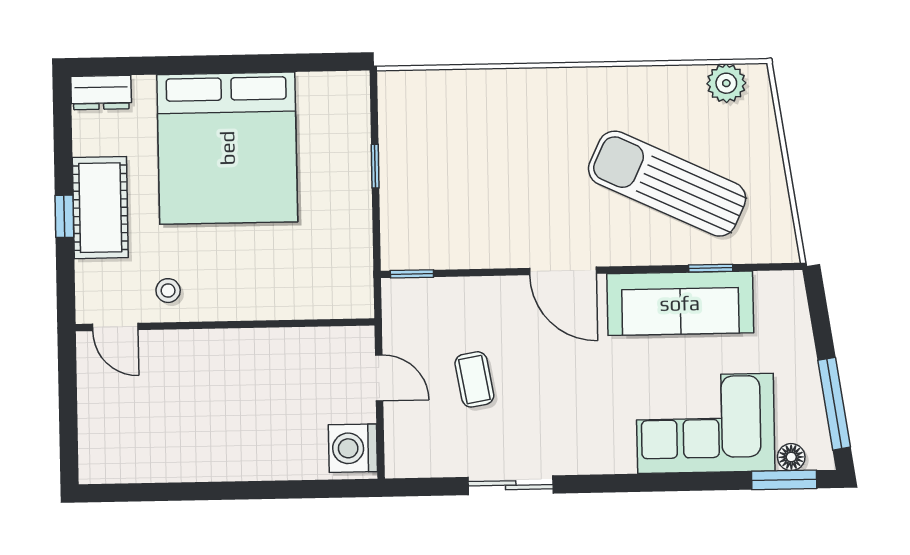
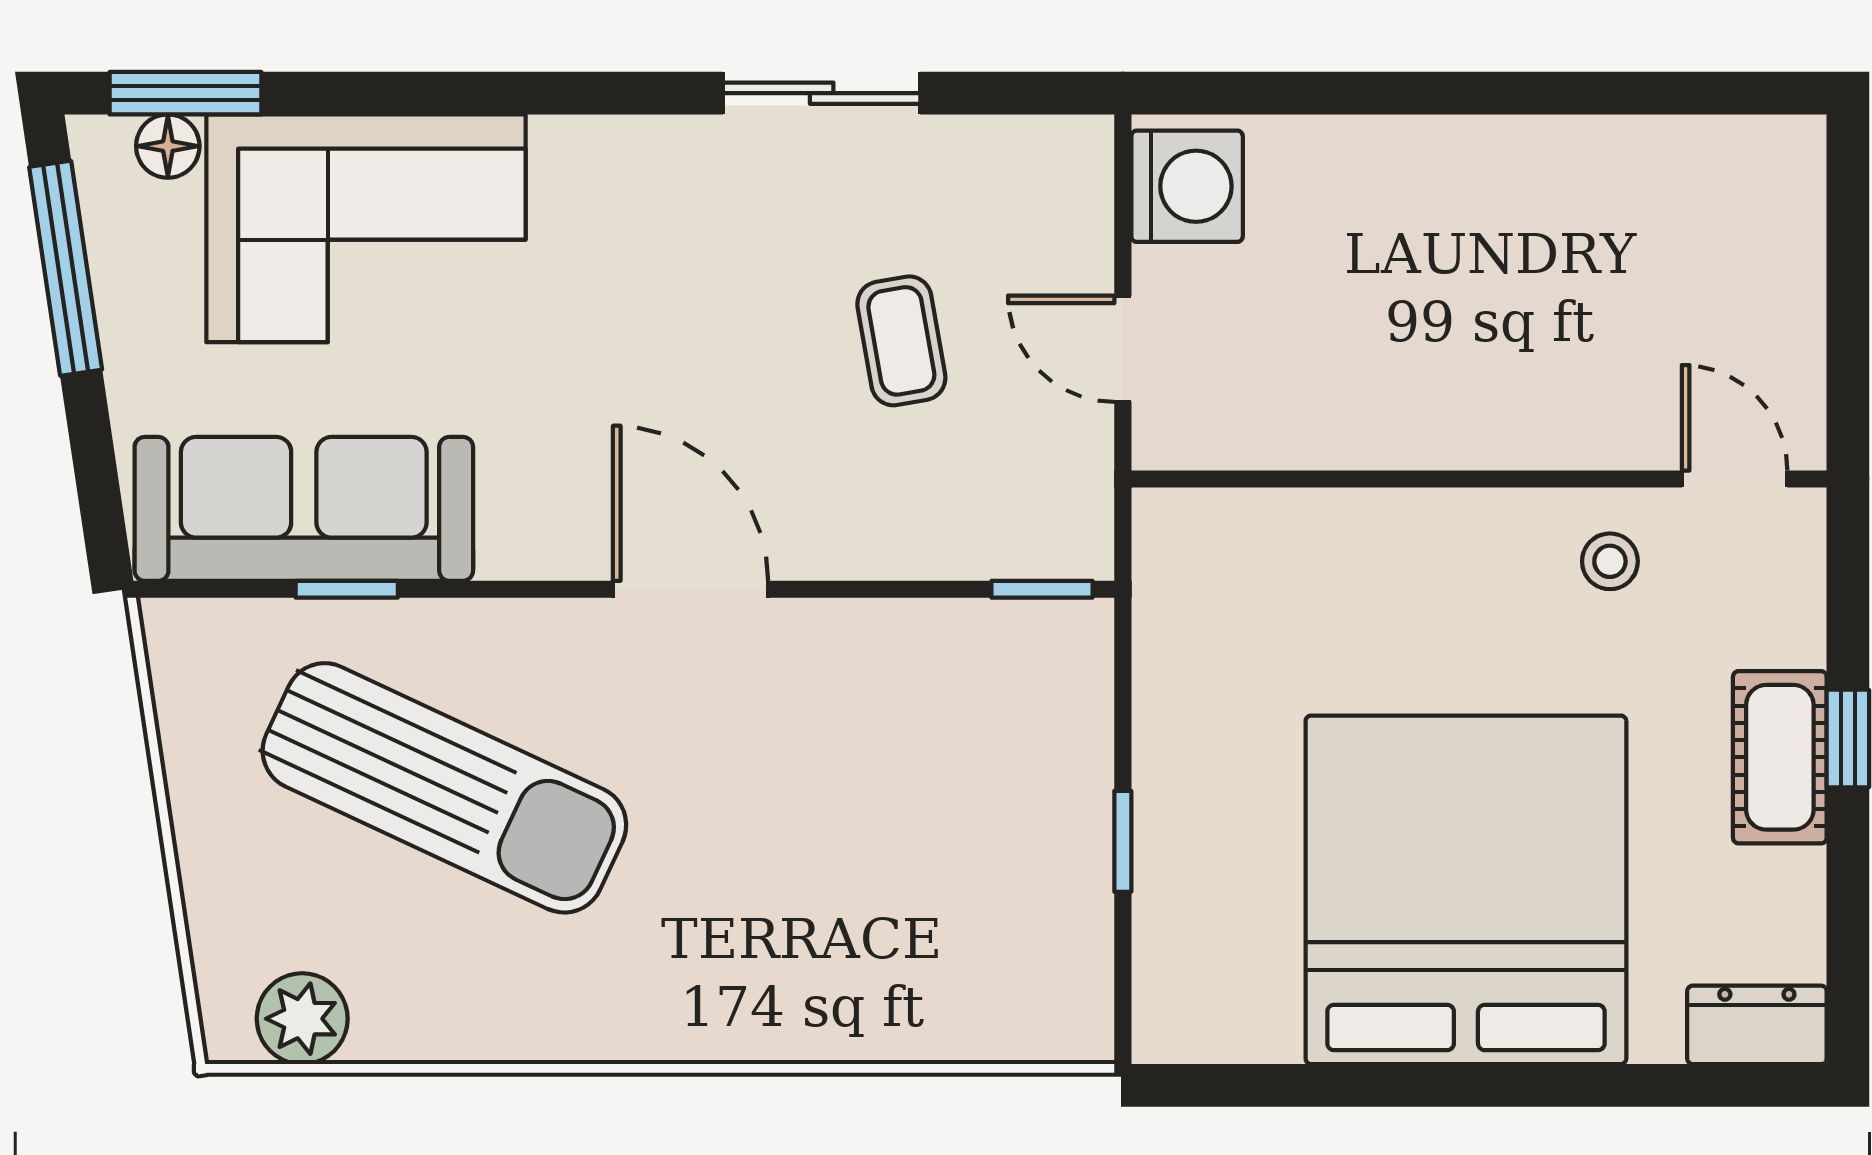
cot: (100, 208) -> (1780, 757), width x0.73, depth x0.75
sofa: (680, 303) -> (304, 509), moved

